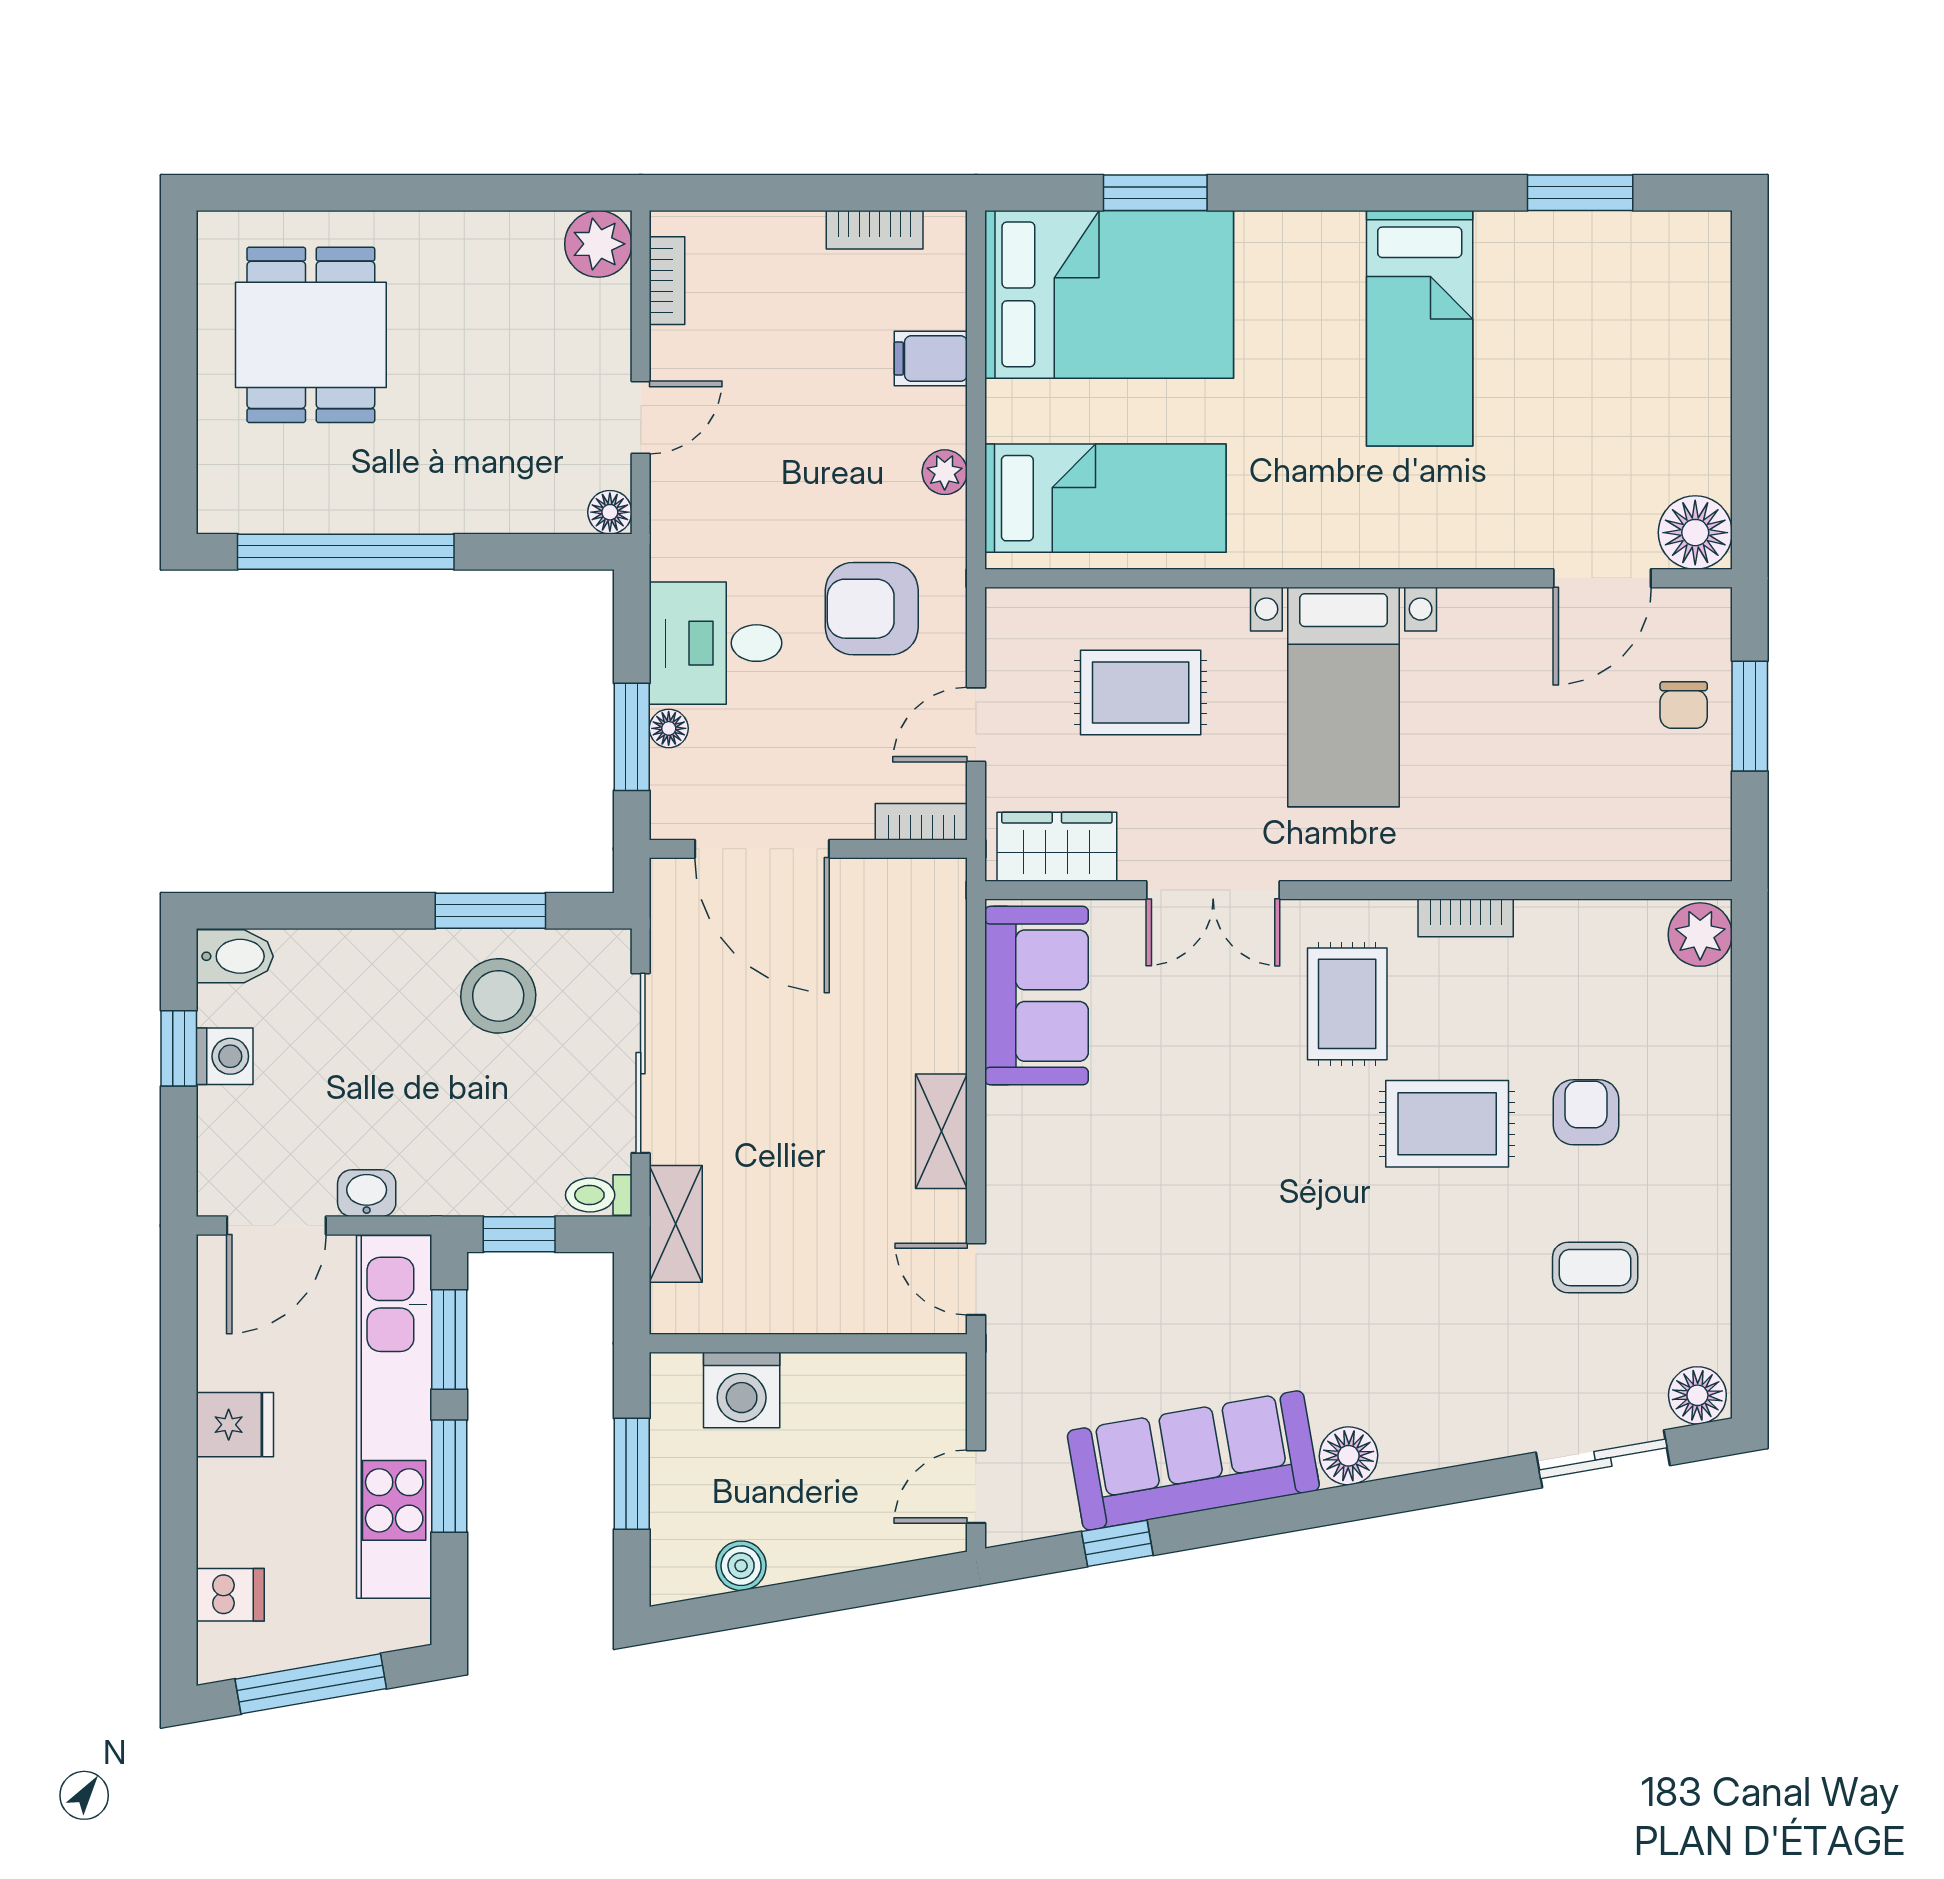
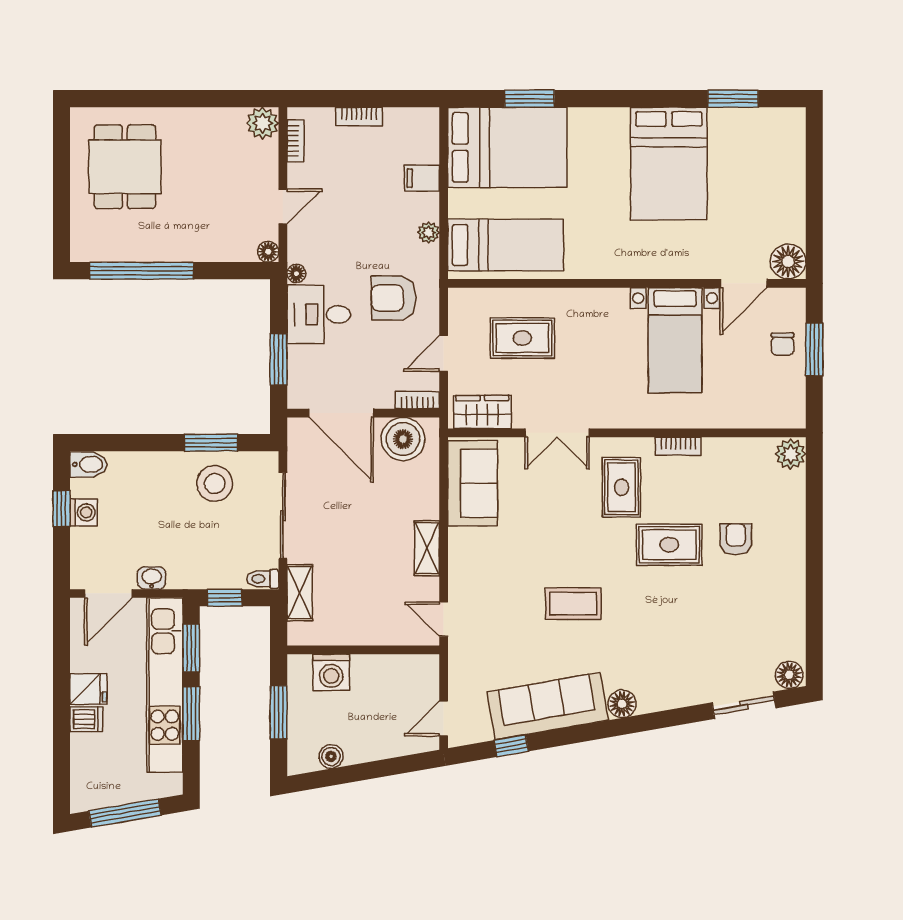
bookcase: (875, 230) -> (359, 116), moved
bed: (1420, 328) -> (669, 164), width x1.50
bed with nightstands: (1344, 697) -> (675, 340), moved
floor lamp: (669, 728) -> (296, 274), moved
boiler: (891, 903) -> (403, 439), added
coffee table: (1595, 1268) -> (573, 604), moved, width x1.36, depth x1.30
dishwasher: (230, 1595) -> (86, 719), moved

